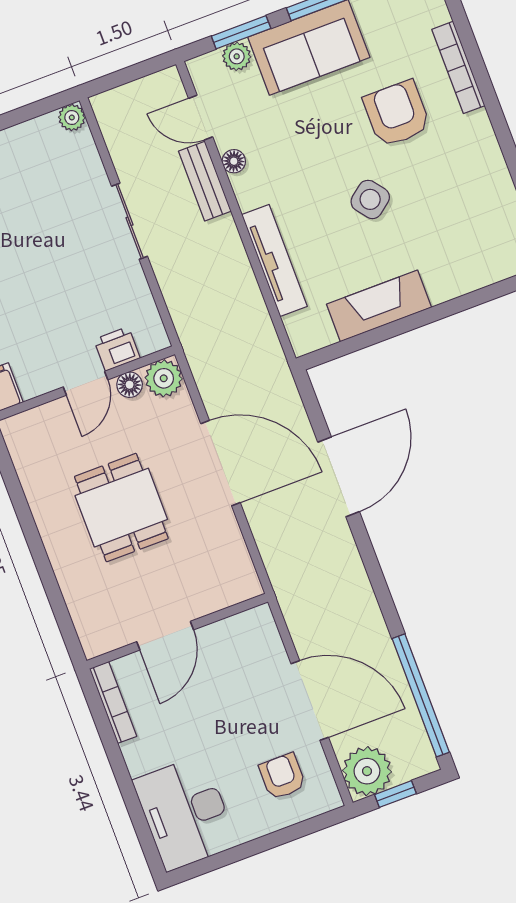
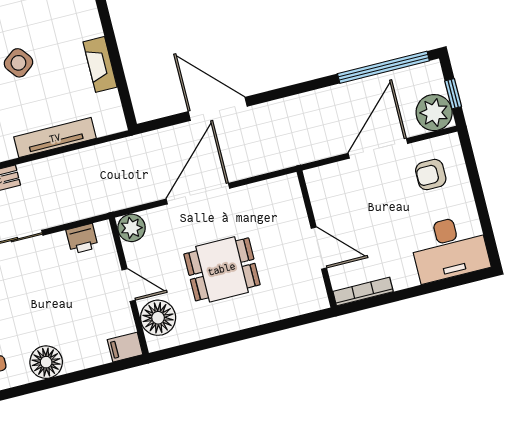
fireplace: (379, 306) -> (100, 64), width x0.73, depth x0.76
printer: (117, 349) -> (82, 239), moved, turned -90
floor lamp: (130, 385) -> (158, 318), moved, width x1.89, depth x1.89

